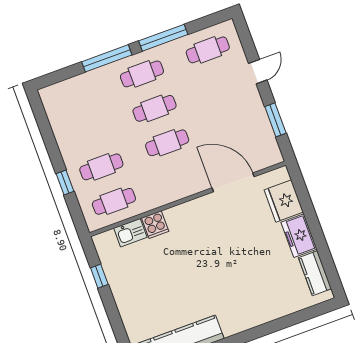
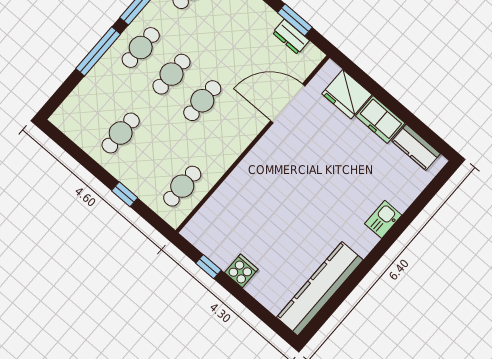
dresser: (265, 131) -> (291, 37), added
cafe table: (101, 167) -> (121, 133), moved
cooker: (155, 225) -> (241, 271), moved, turned -90
kitchen sink: (130, 233) -> (383, 219), moved, turned 180

